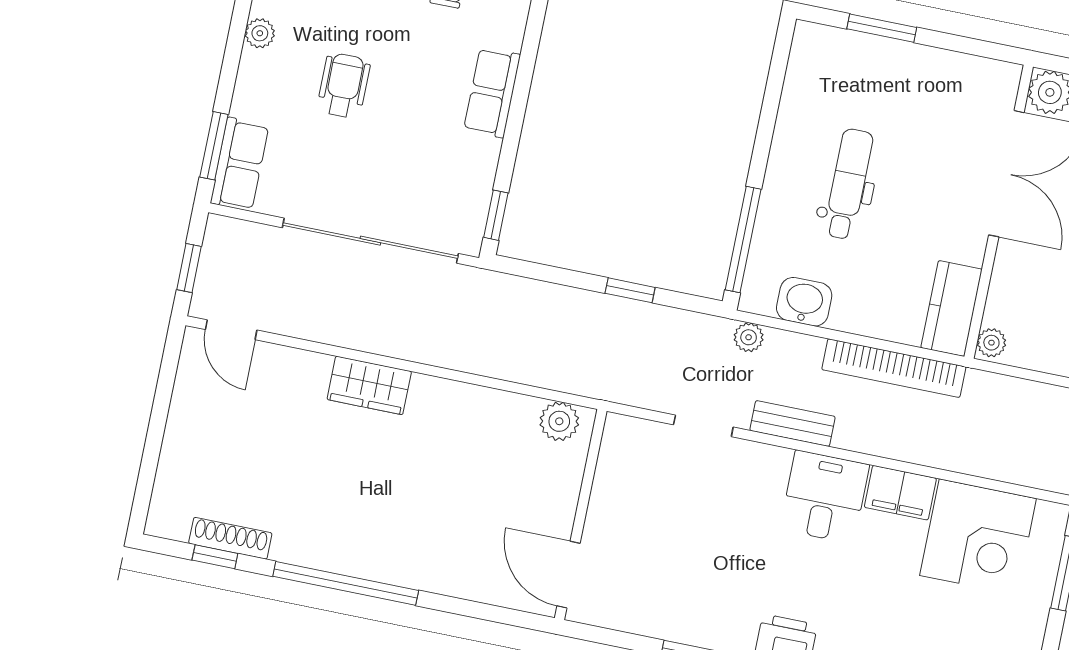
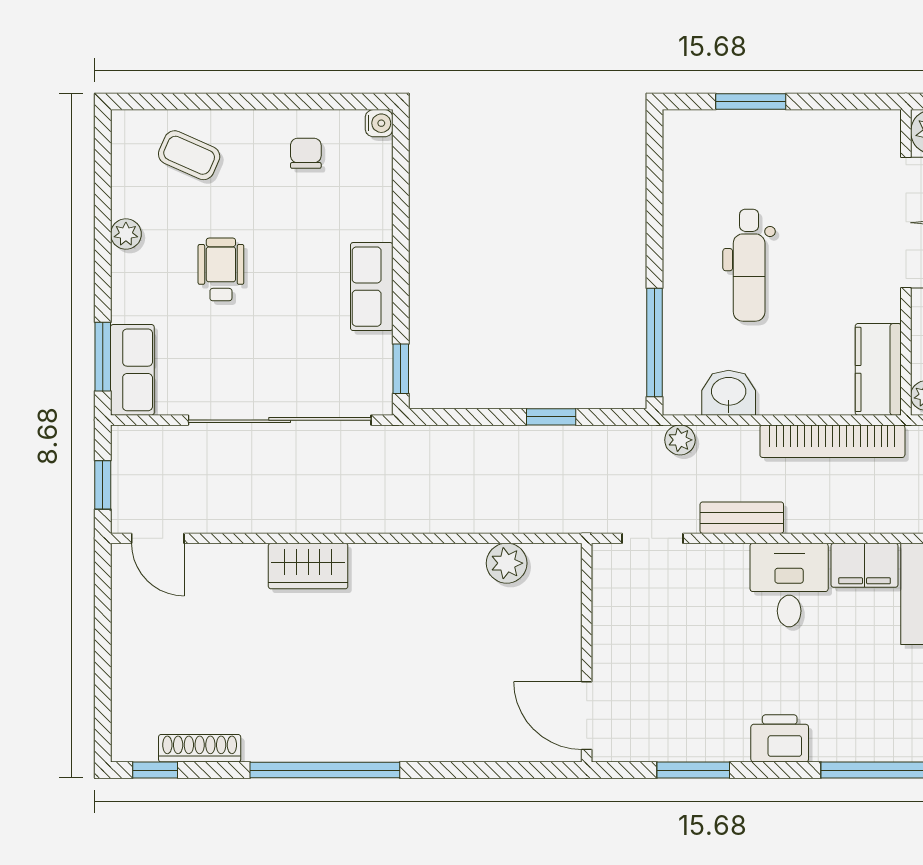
row of seats: (492, 92) -> (372, 287), moved
dental chair: (848, 184) -> (749, 265), turned 180
wall: (581, 514) -> (587, 653), moved
window: (215, 557) -> (155, 770), moved
door: (568, 575) -> (587, 716), moved

